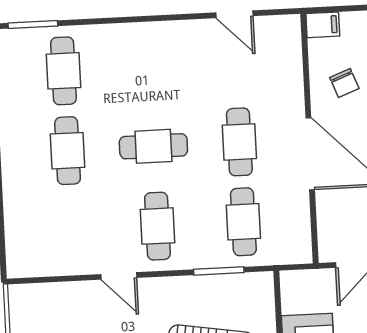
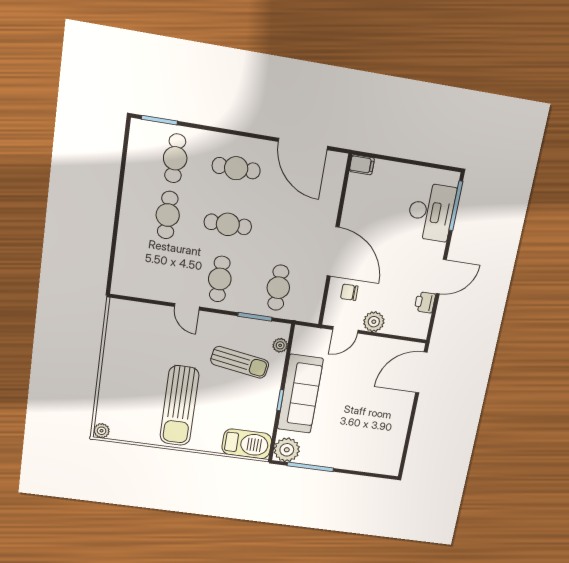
door: (234, 14) -> (303, 144), width x1.88
chair: (344, 83) -> (349, 292), moved, turned 111
cafe table: (239, 142) -> (236, 168), moved, turned 90
plant: (264, 306) -> (280, 345), added

